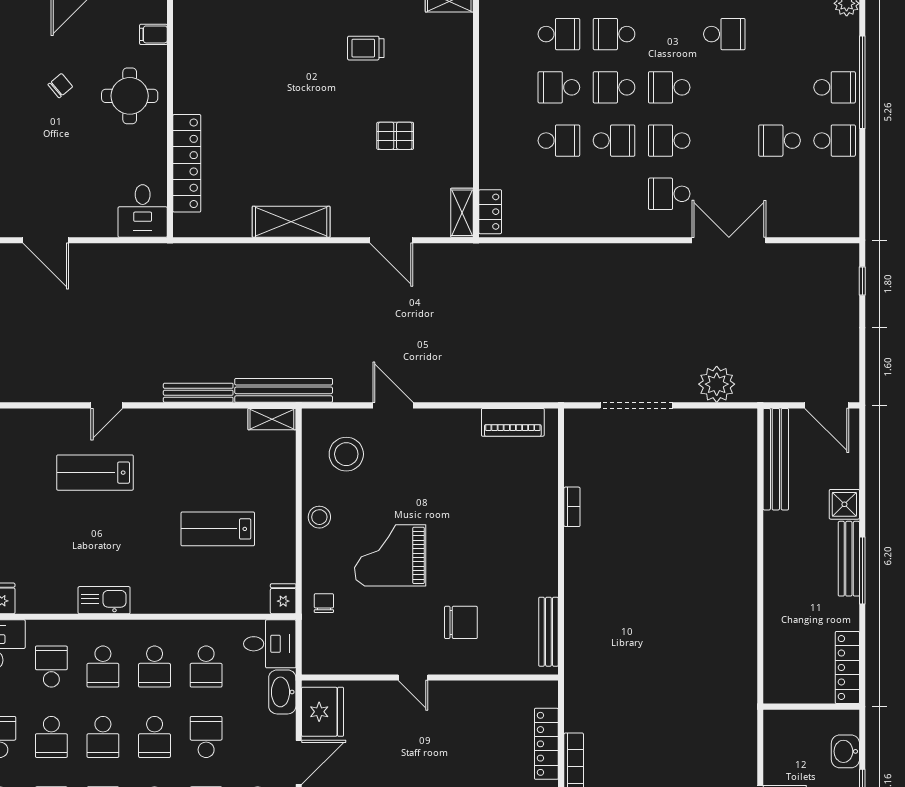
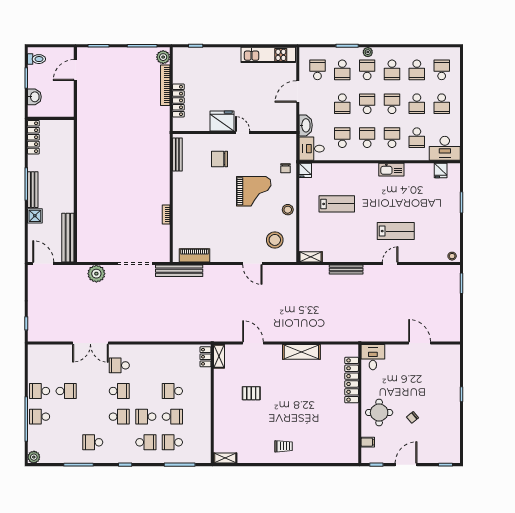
trolley: (366, 48) -> (284, 446), moved
school desk: (614, 87) -> (146, 417), turned 180
school desk: (614, 141) -> (146, 391), removed
school desk: (669, 194) -> (119, 365), turned 180
bench: (284, 390) -> (179, 271), moved
fridge: (323, 712) -> (222, 121), moved, turned 90
school desk: (51, 737) -> (417, 104), turned 180

